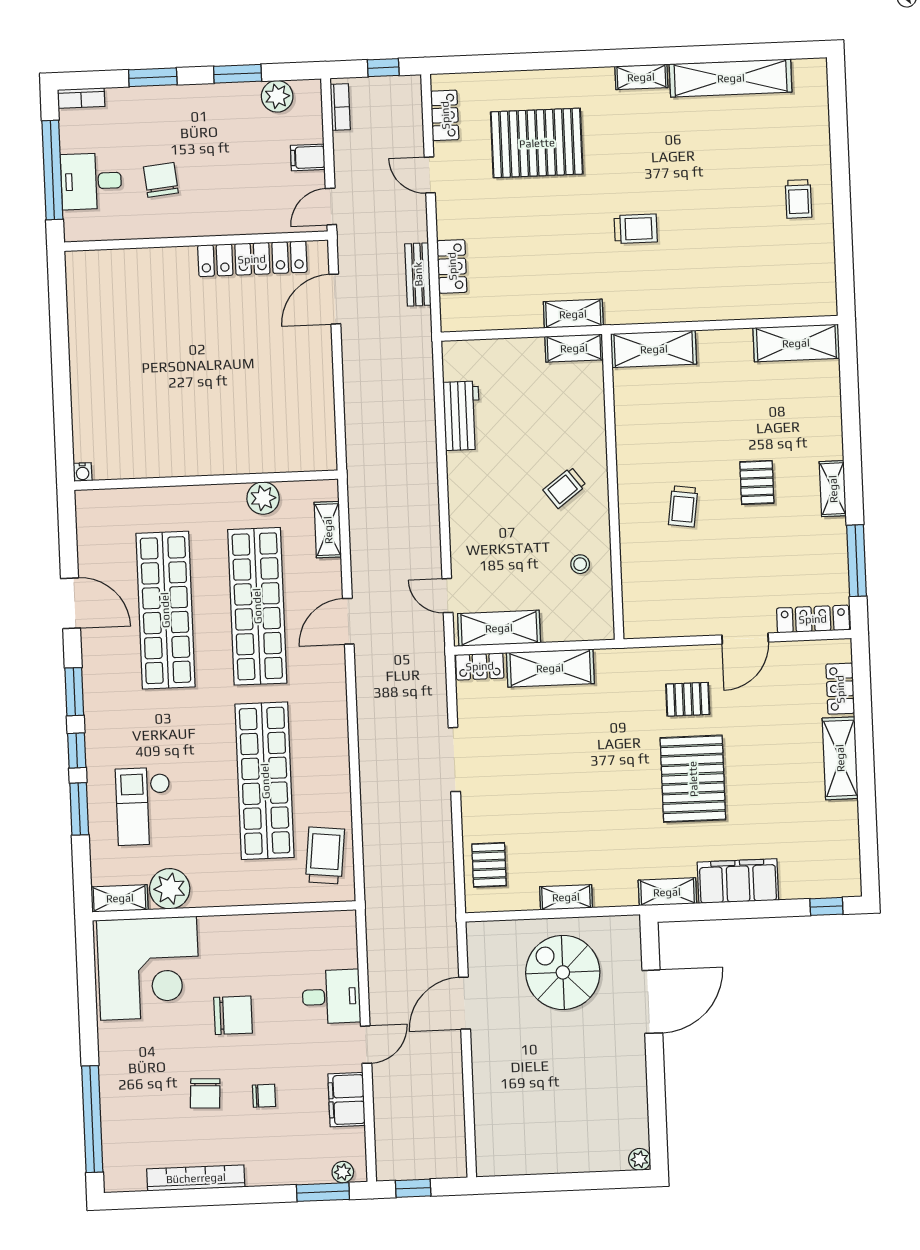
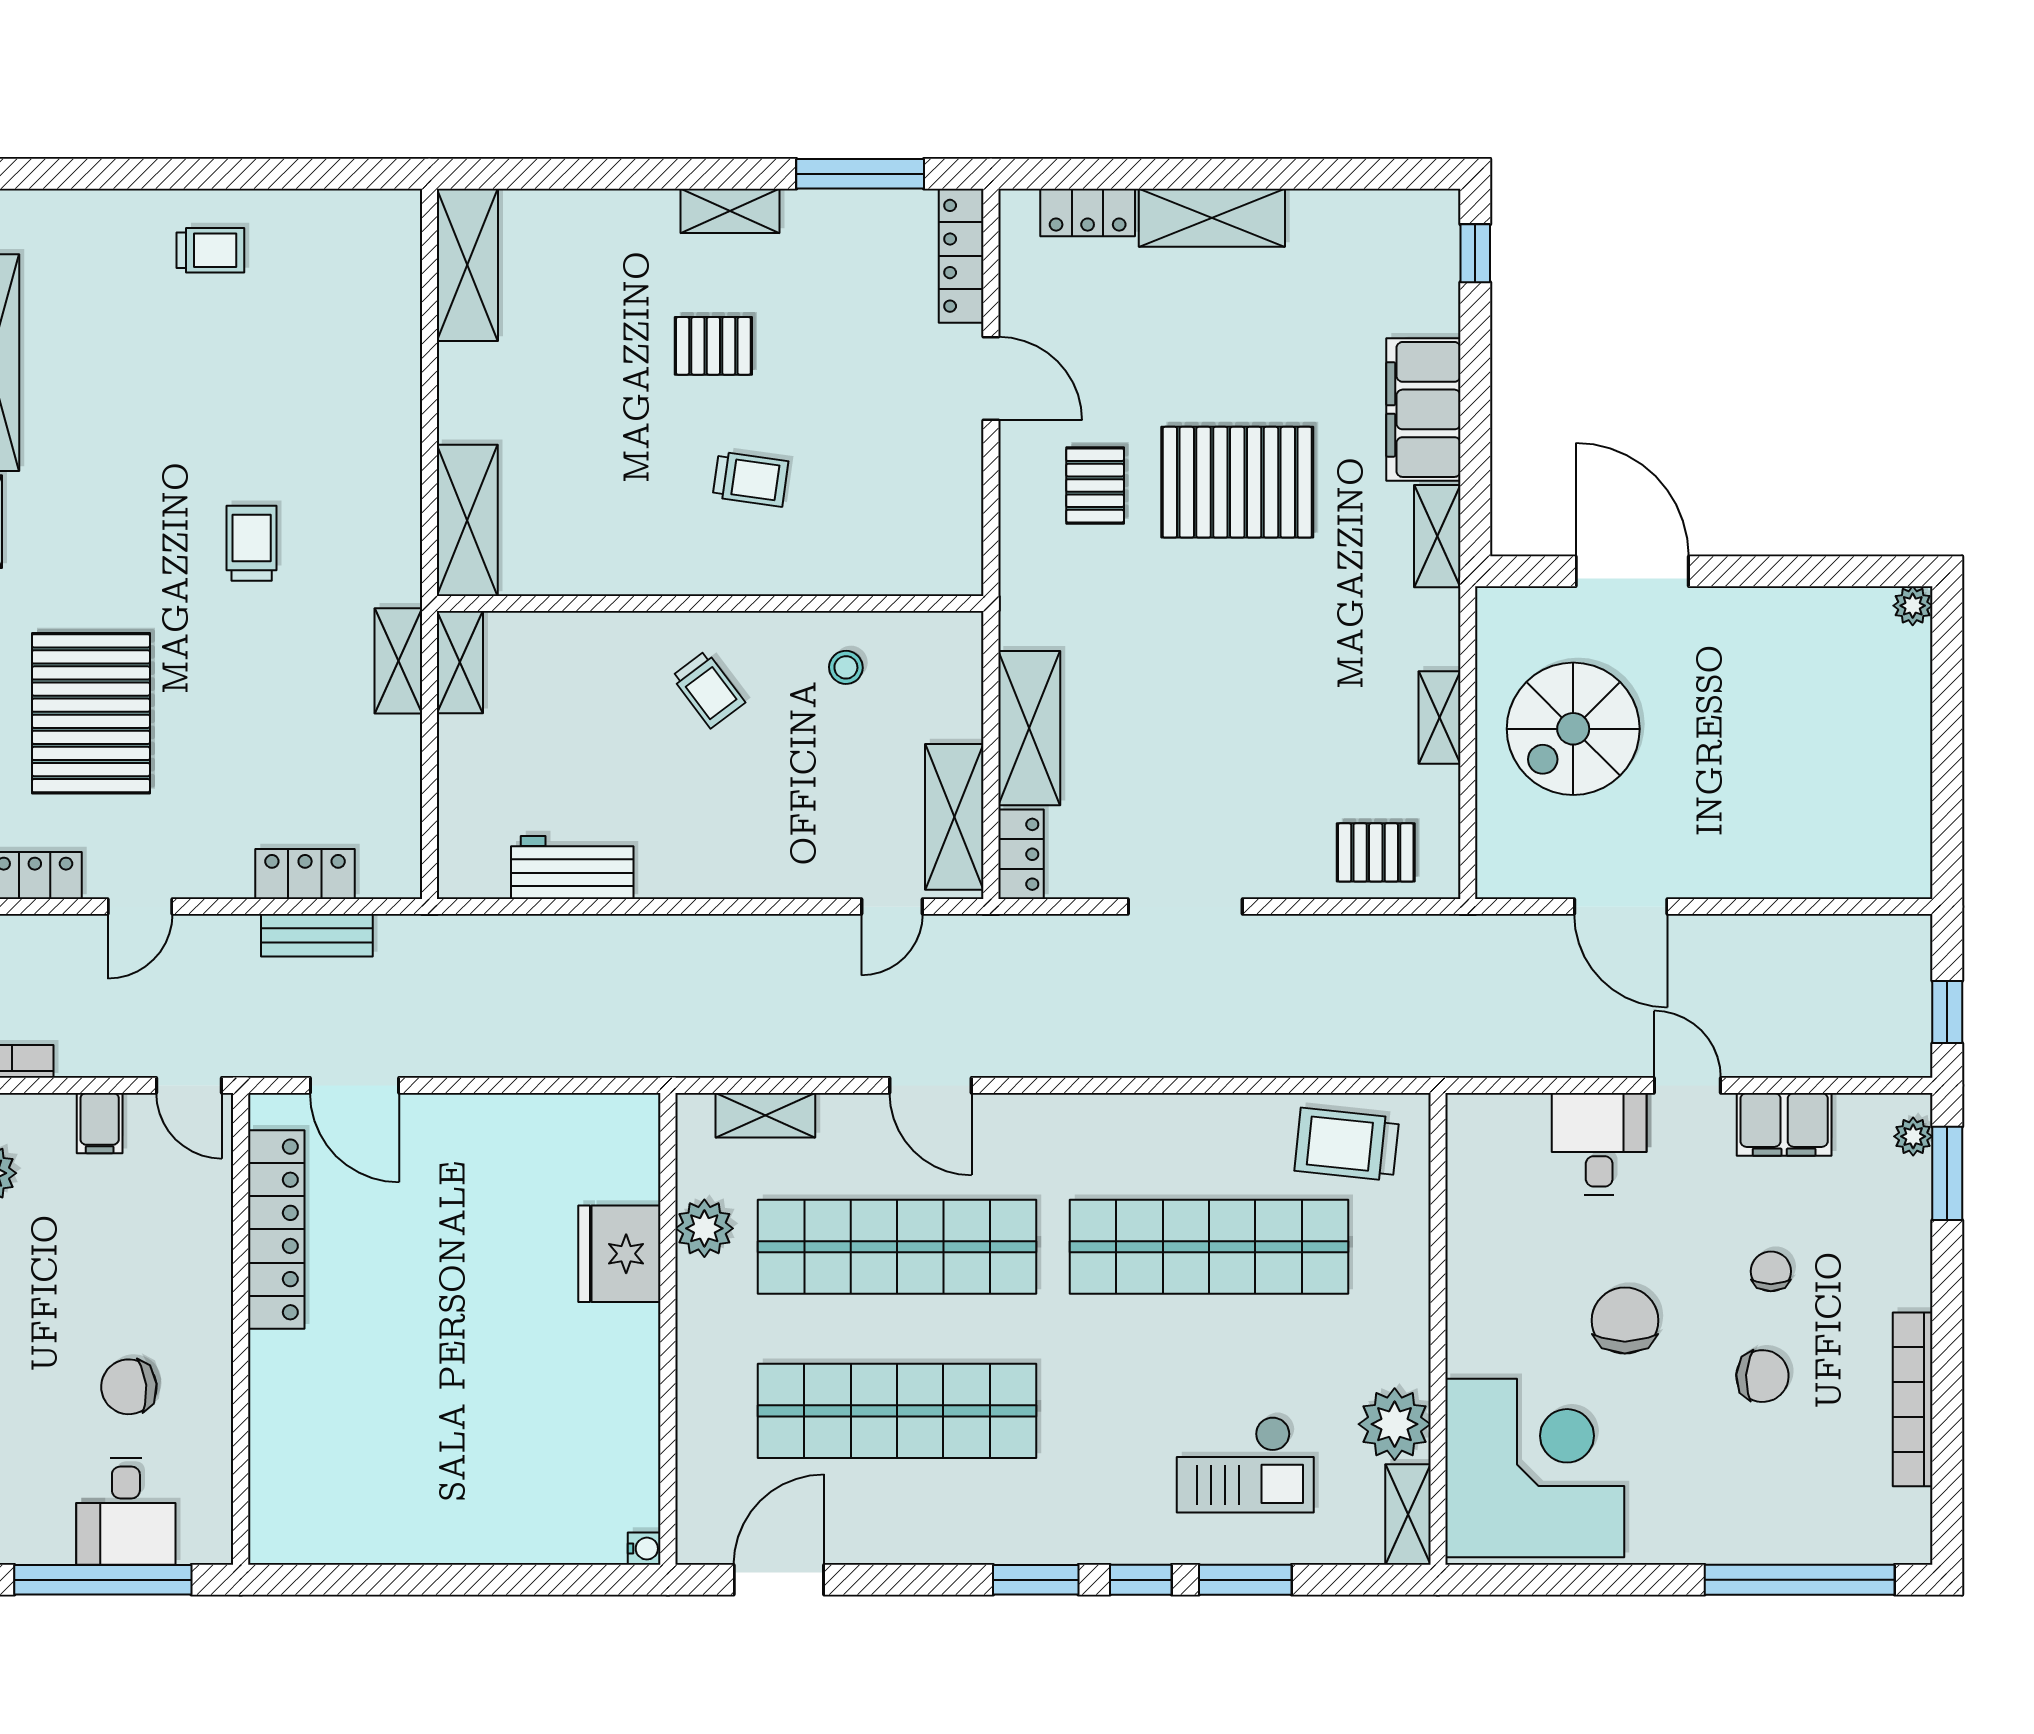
fridge: (247, 451) -> (619, 1254), added
door: (71, 603) -> (779, 1580), moved

